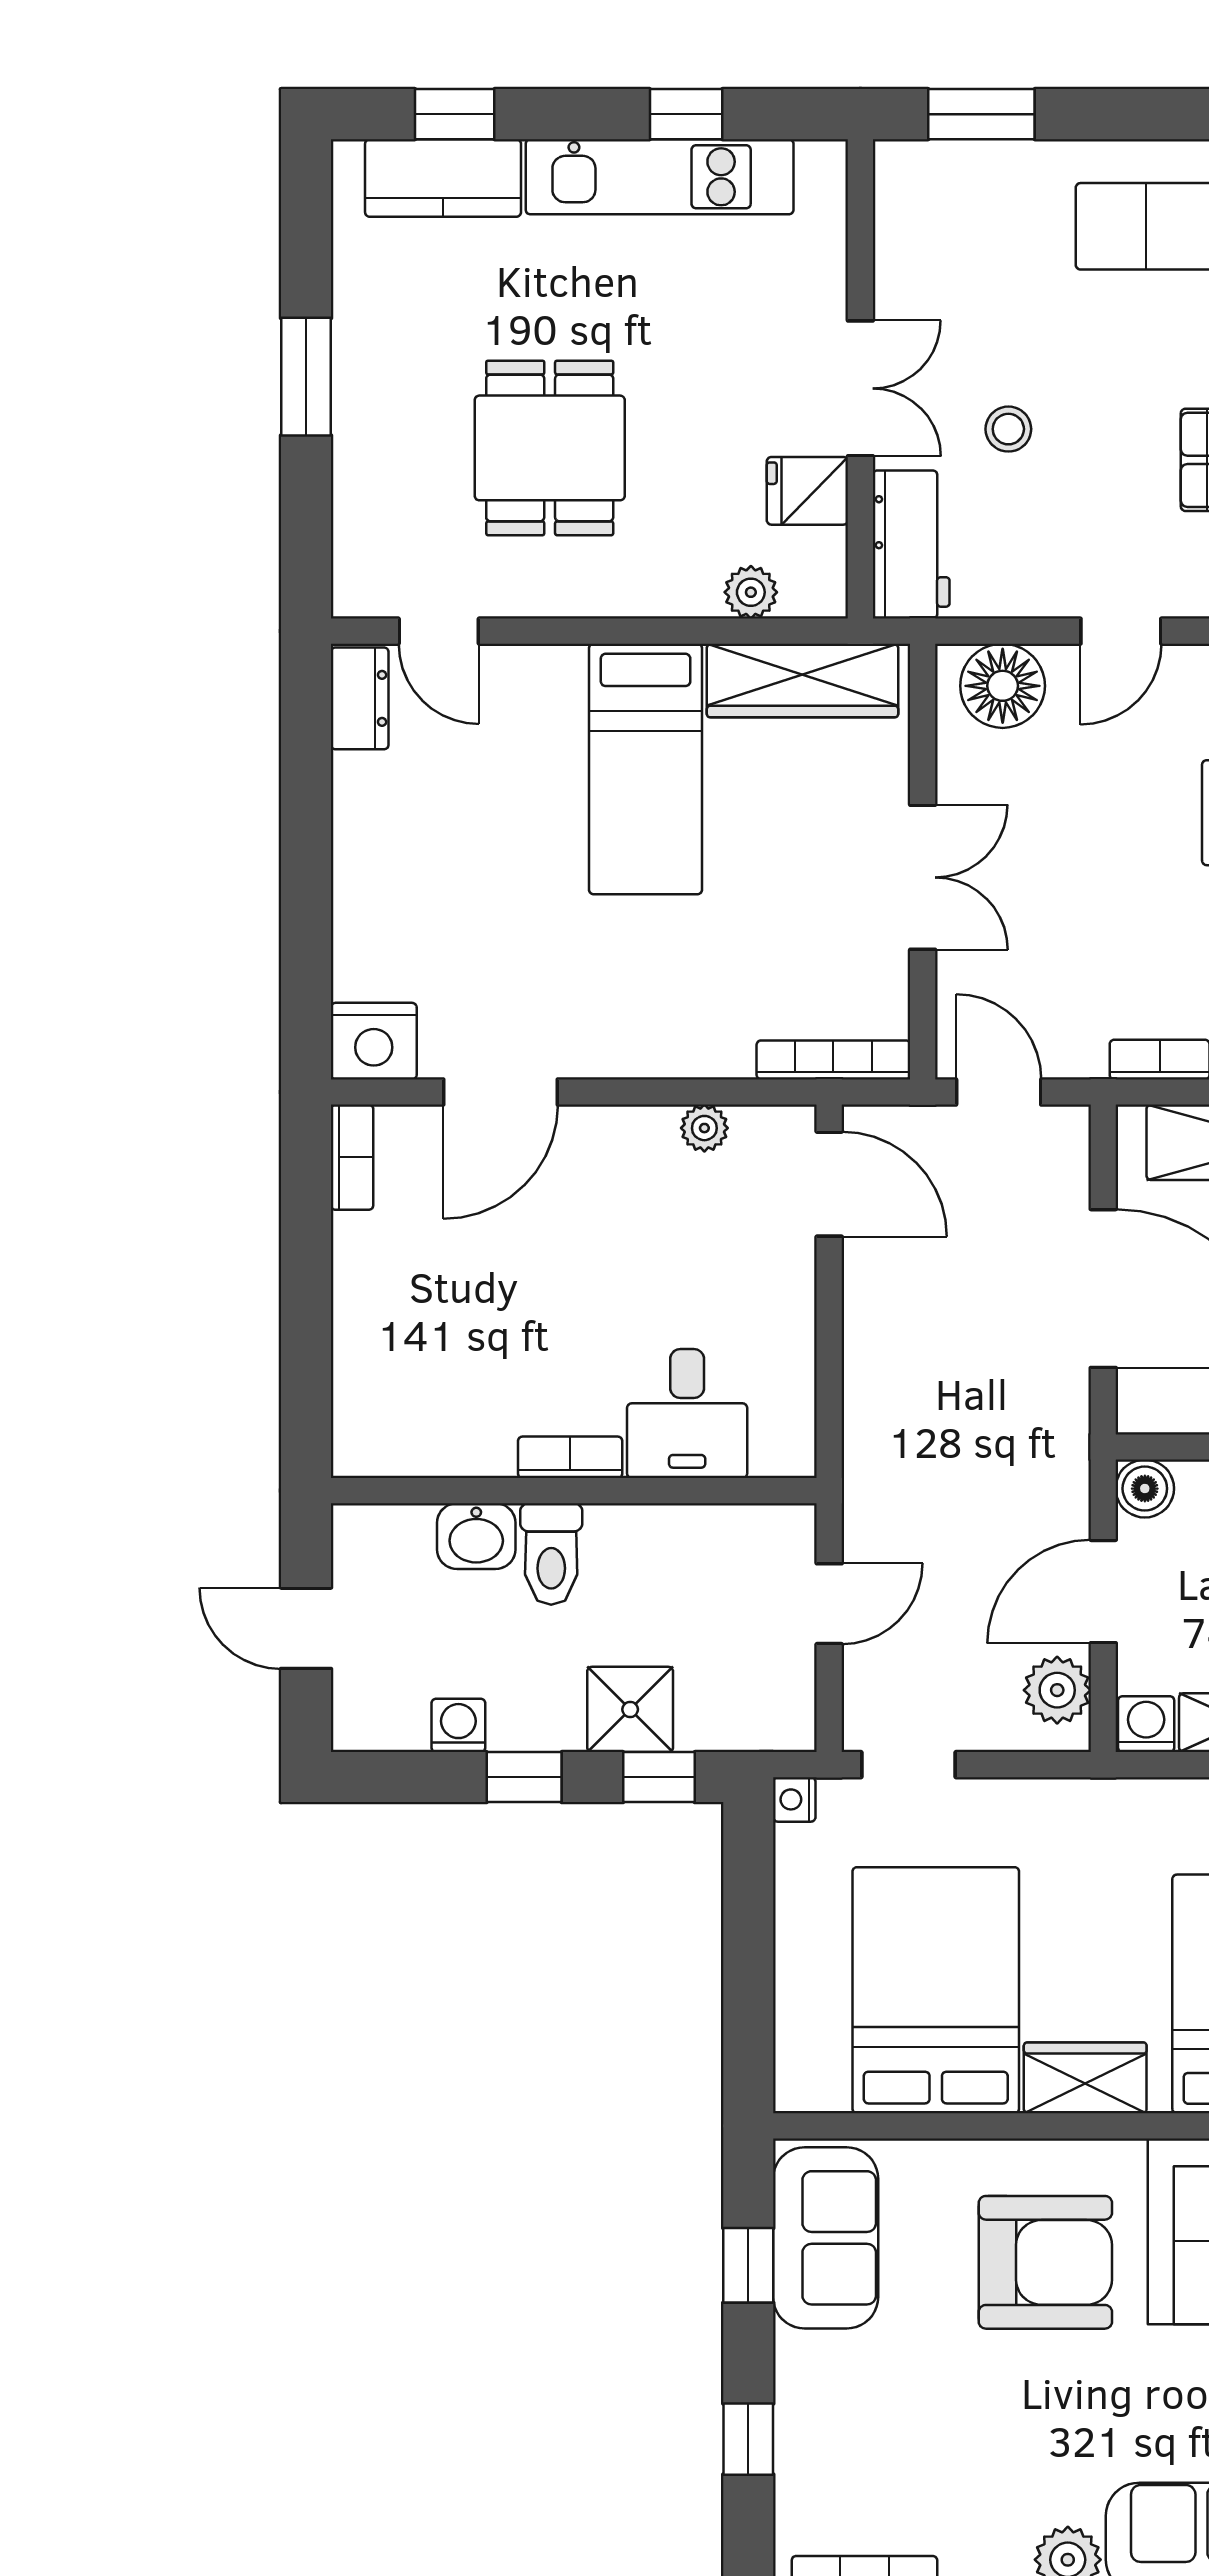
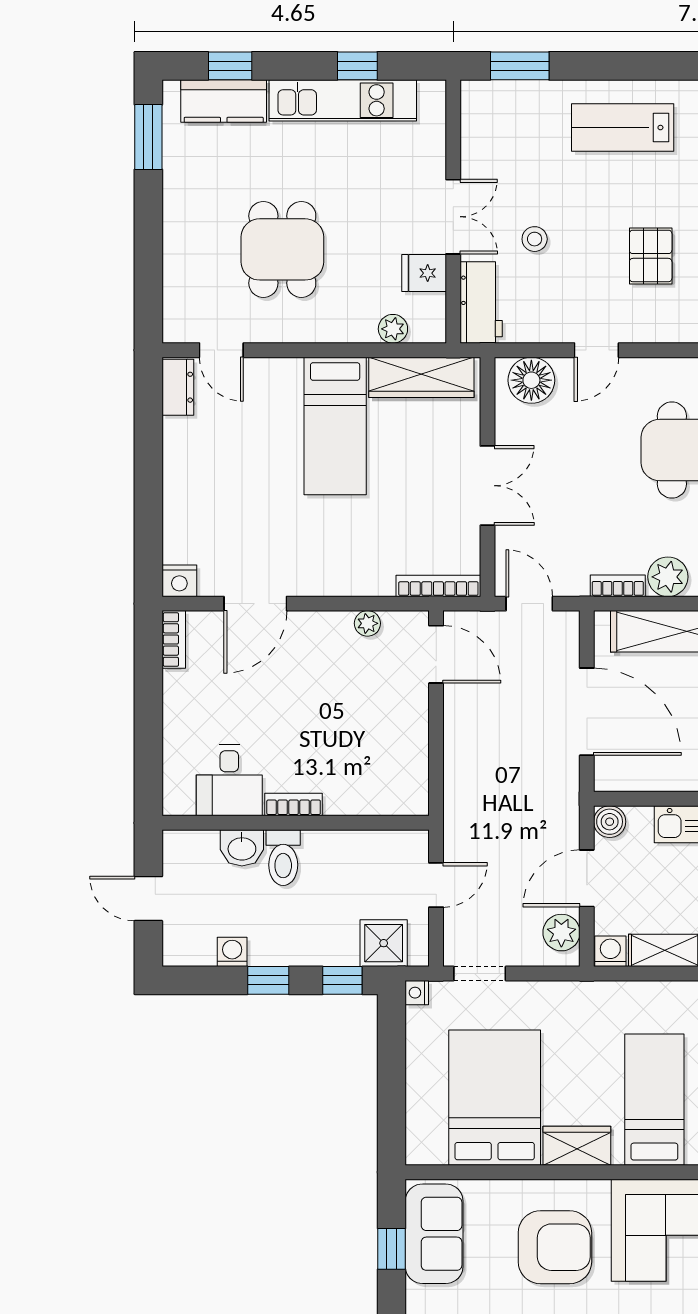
window: (306, 377) -> (148, 137), moved
nightstand: (374, 1041) -> (179, 581), width x0.74, depth x0.75
desk: (687, 1414) -> (229, 780), moved
shower: (630, 1709) -> (384, 943), moved

